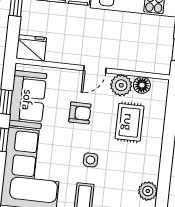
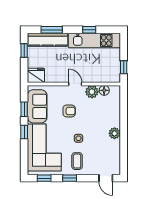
door: (95, 69) -> (75, 84), swing flipped
rug: (129, 122) -> (99, 113), removed
plant: (148, 191) -> (115, 133), moved

